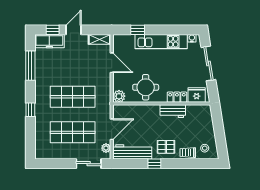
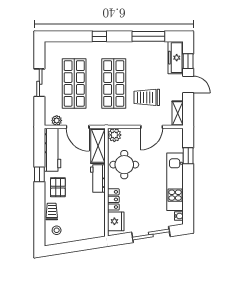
trolley: (85, 67) -> (147, 97), added
shelving: (129, 111) -> (98, 146), added
workbench: (173, 111) -> (98, 179), moved
sliding door: (89, 164) -> (39, 83), moved

